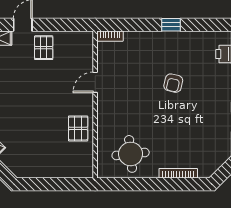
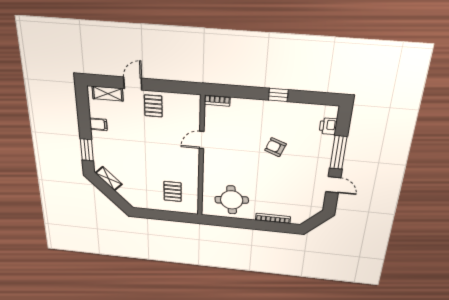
armchair: (173, 83) -> (275, 147), turned 98
pallet: (78, 128) -> (173, 191), moved

